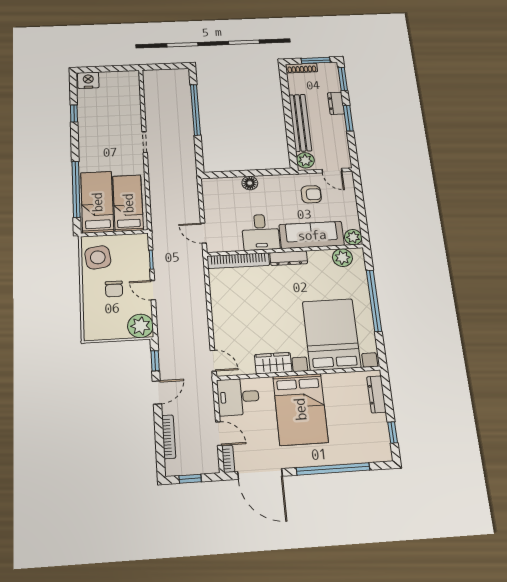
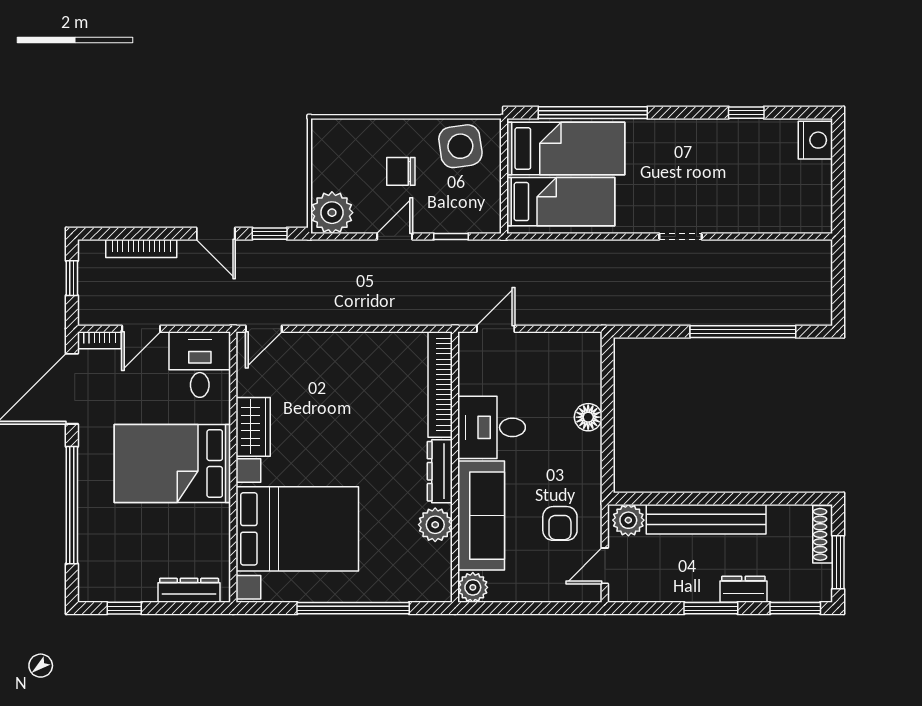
plant: (342, 258) -> (435, 525), moved

